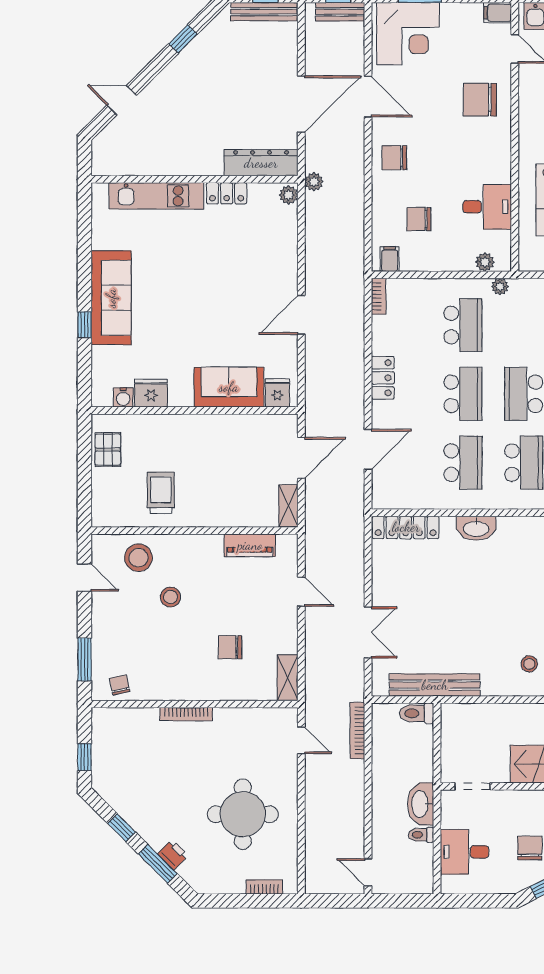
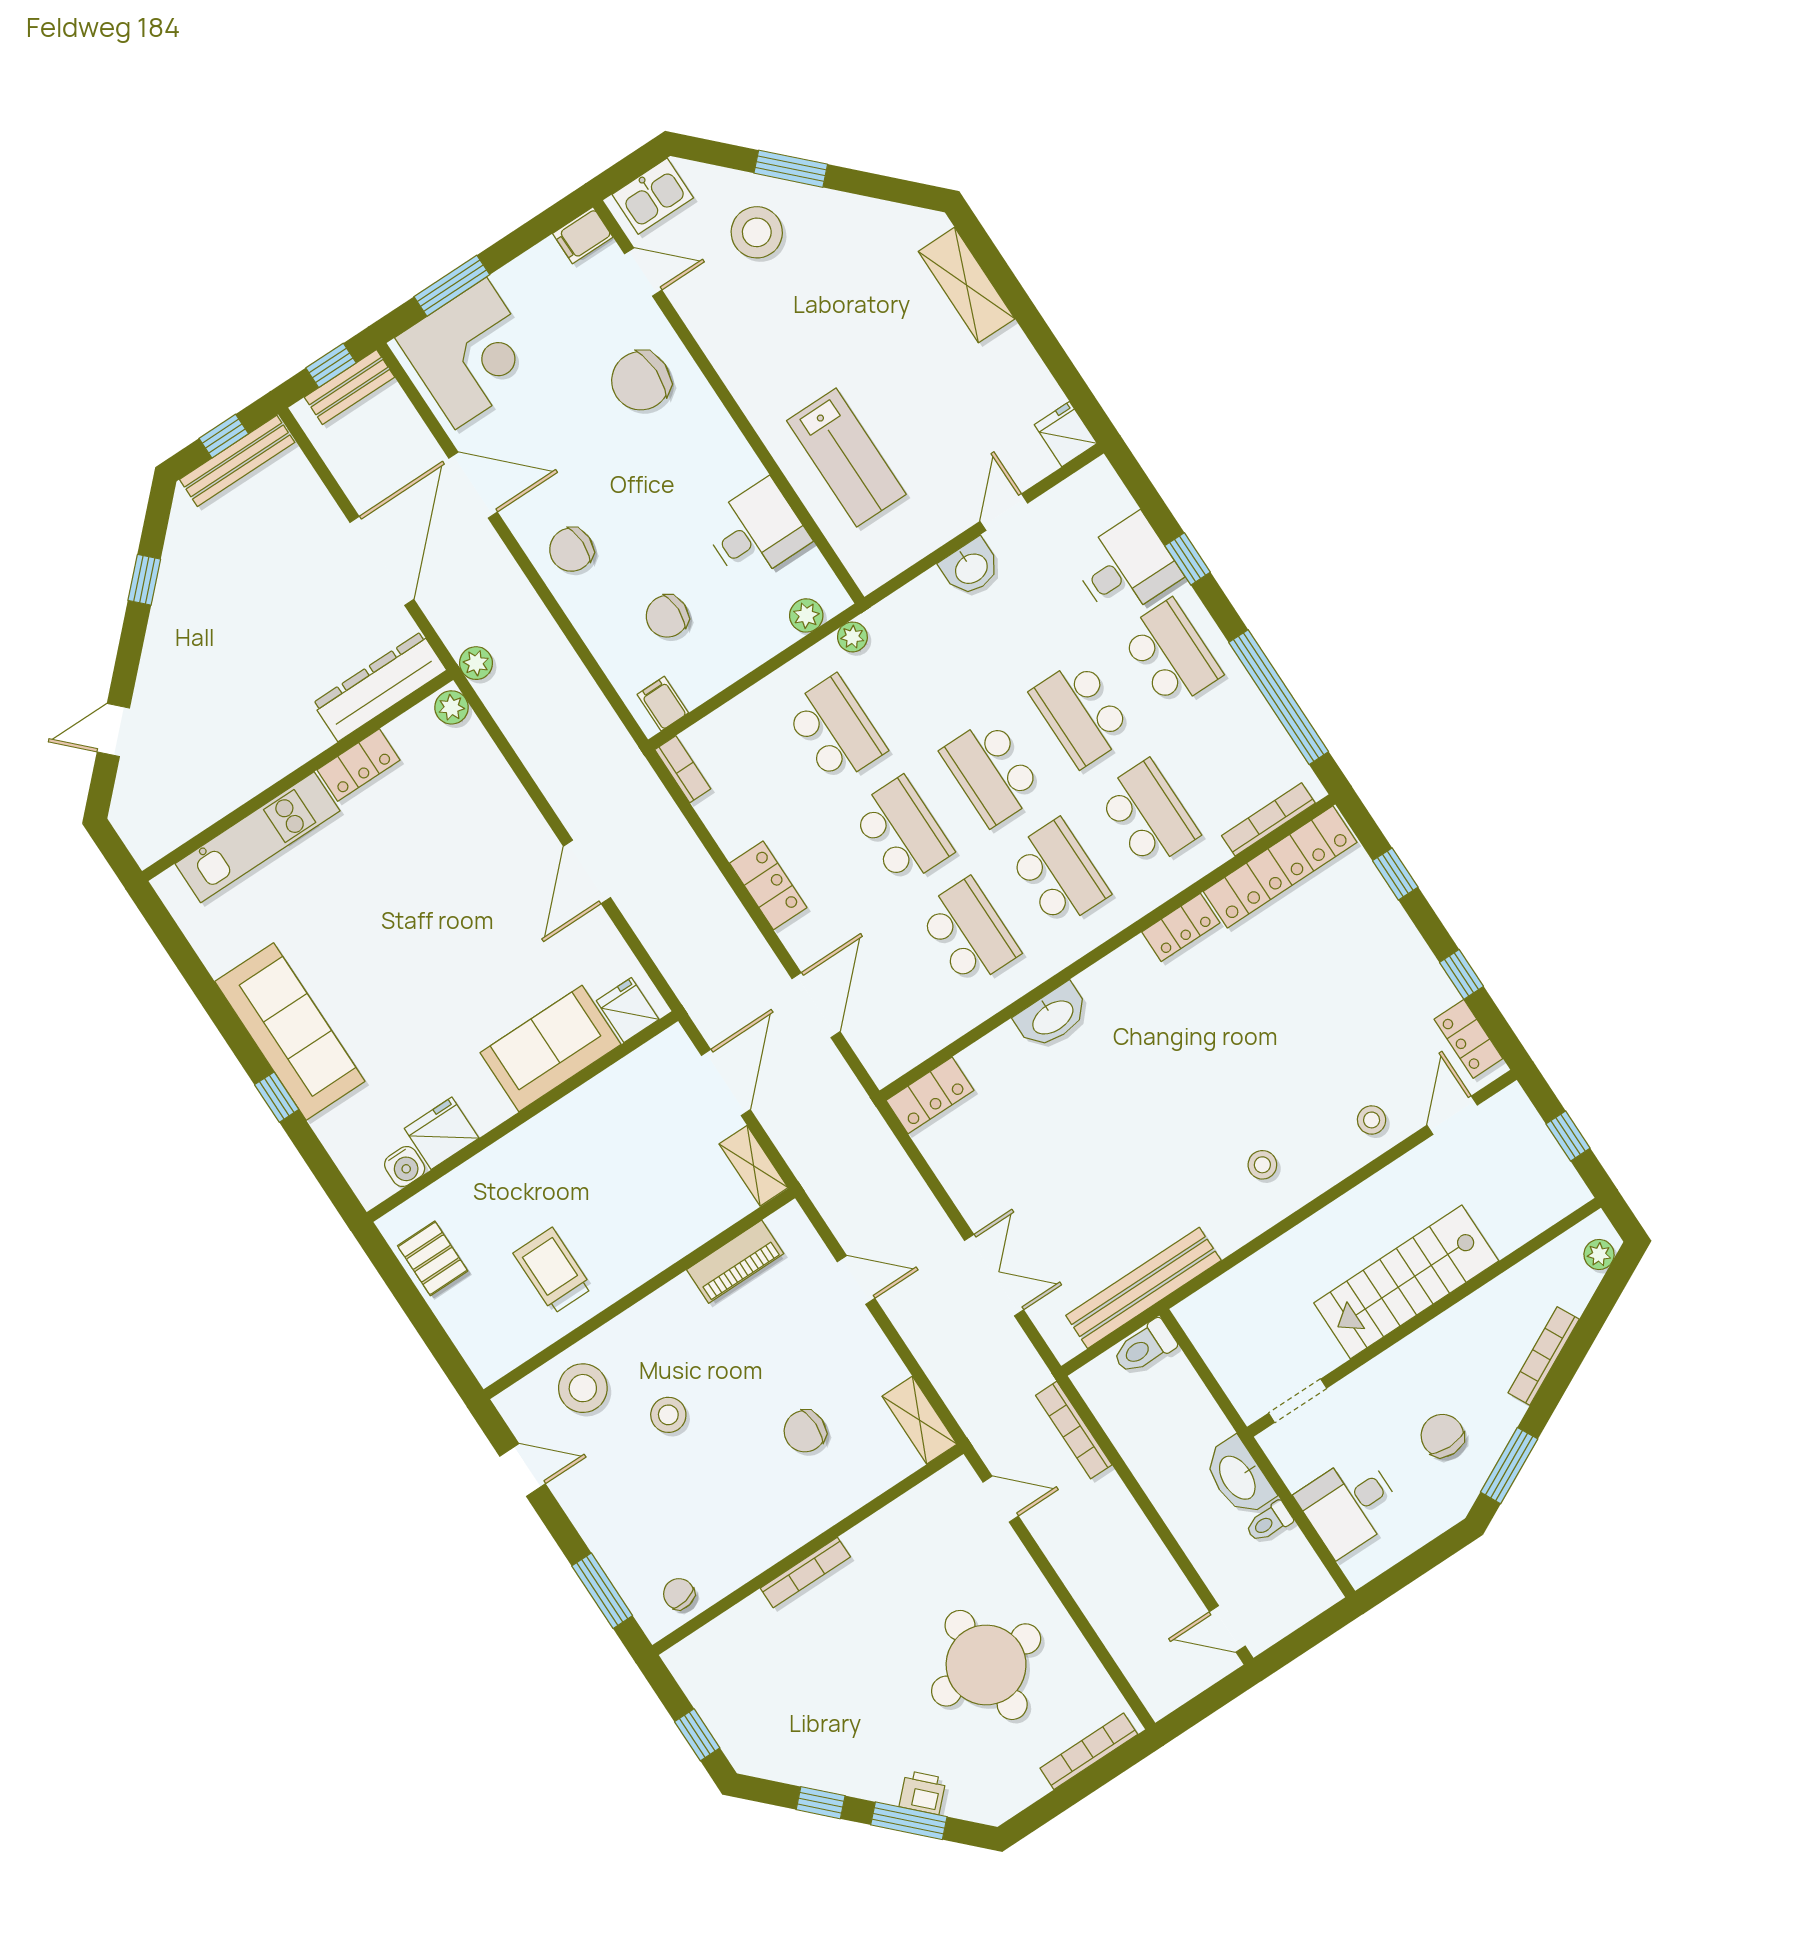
locker: (406, 527) -> (930, 1095), width x0.66
bookcase: (264, 887) -> (1089, 1751), width x1.56

